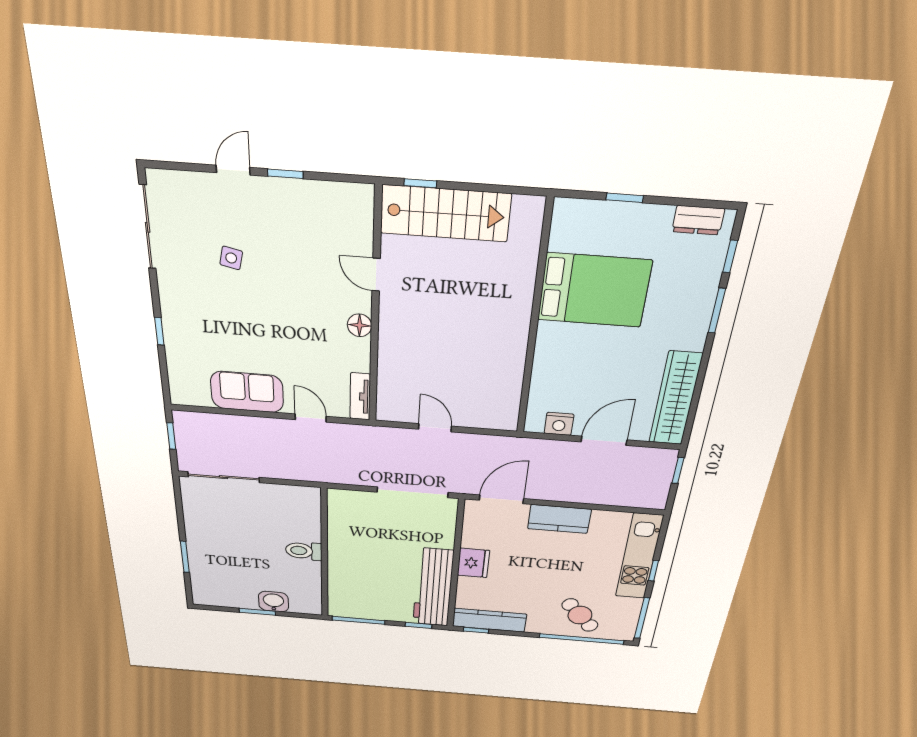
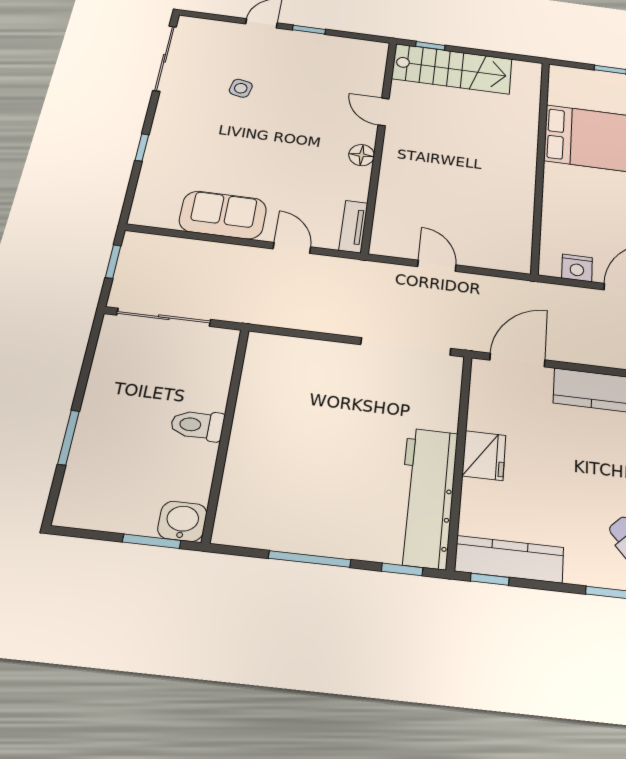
toilet: (304, 551) -> (197, 425), moved
wall: (324, 555) -> (226, 432), moved

